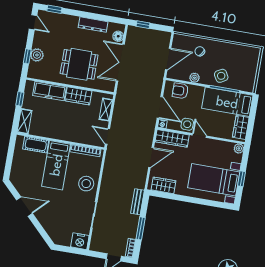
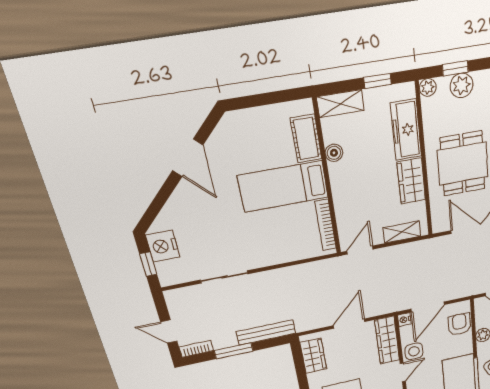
plant: (32, 73) -> (428, 88), added
boiler: (48, 133) -> (334, 153), added
door: (151, 157) -> (349, 324), swing flipped
stool: (86, 184) -> (271, 246), removed
bench: (137, 202) -> (266, 332), width x1.36
nightstand: (80, 241) -> (163, 246), moved
window: (71, 250) -> (148, 264), added

